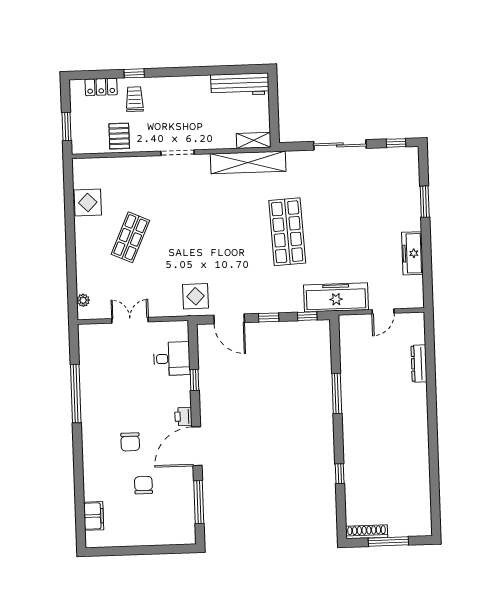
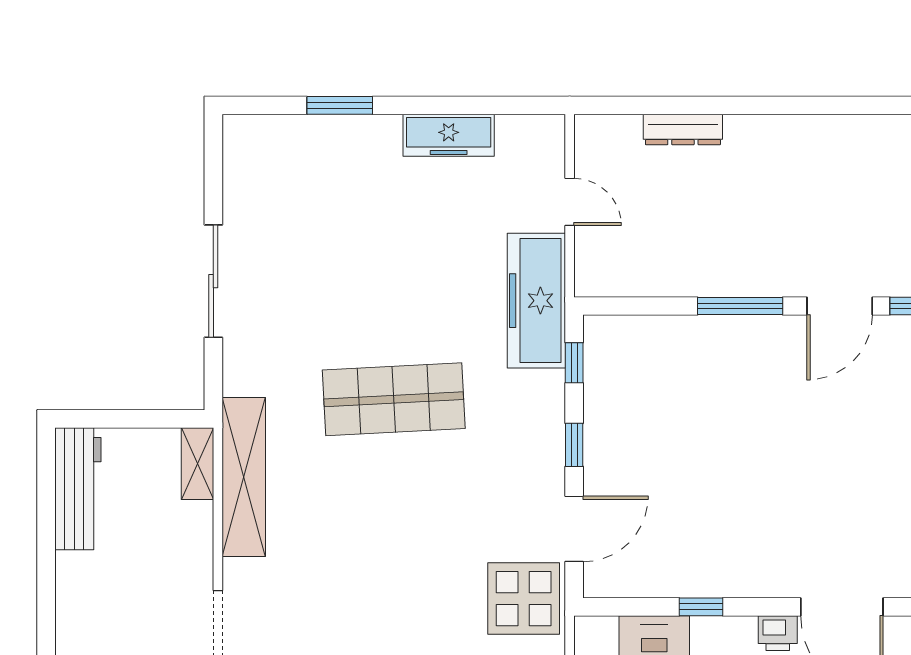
window: (396, 143) -> (213, 162), removed
display table: (195, 296) -> (524, 599), width x1.36, depth x1.36
door: (338, 440) -> (840, 306), added

